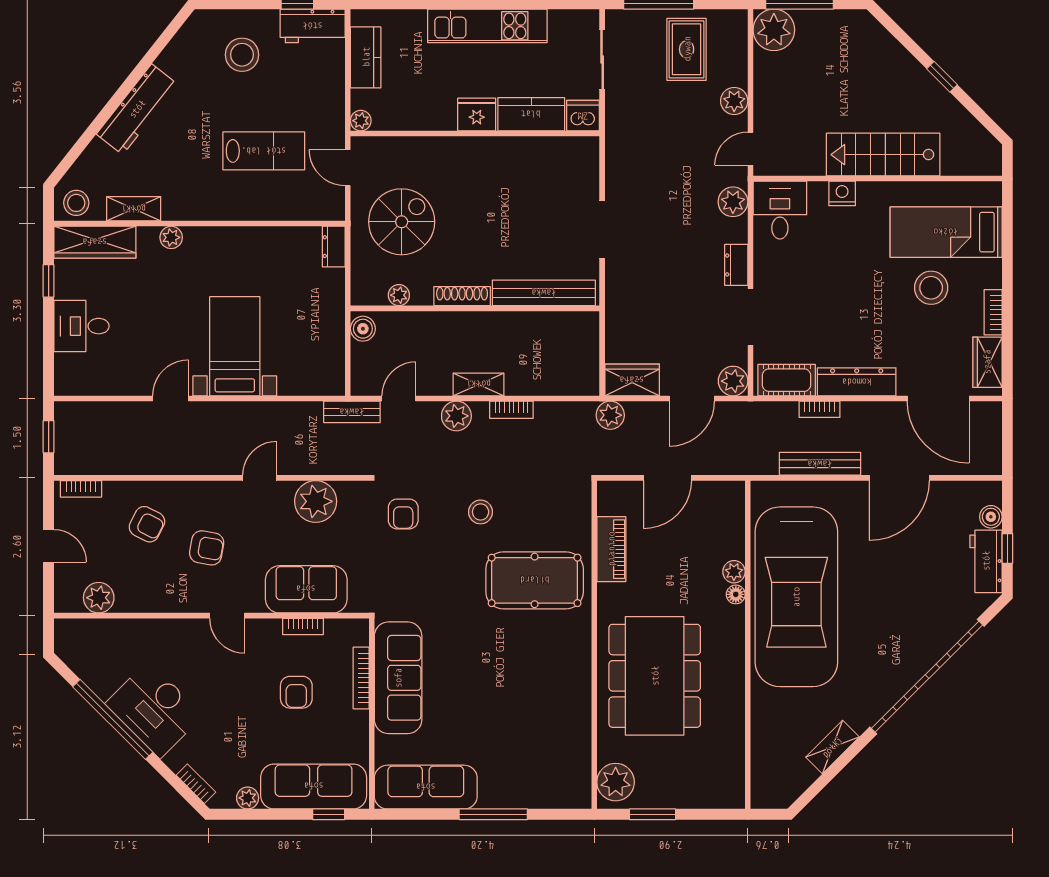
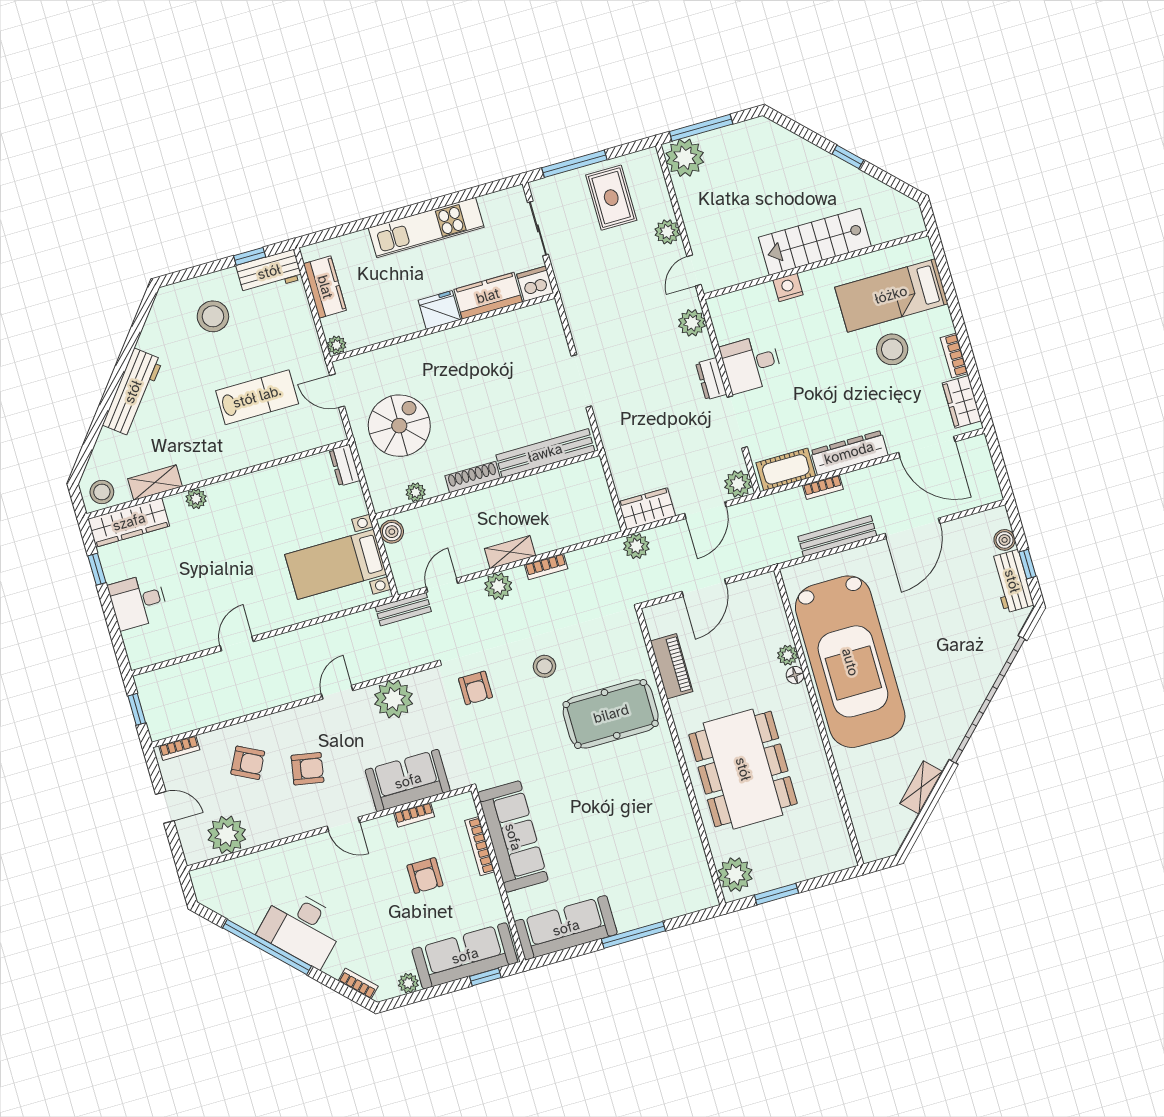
desk: (780, 210) -> (751, 364), moved, turned -90
bed with nightstands: (235, 346) -> (336, 564), moved, turned -90
plant: (99, 598) -> (227, 835), width x1.36, depth x1.36

